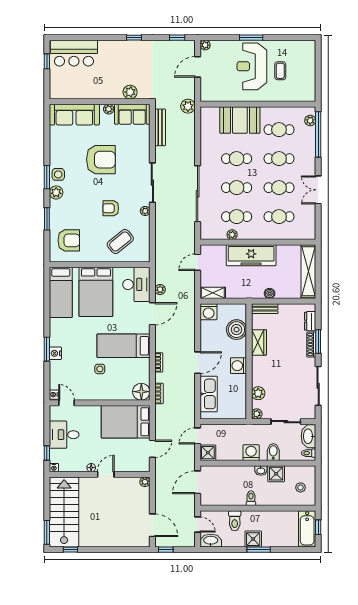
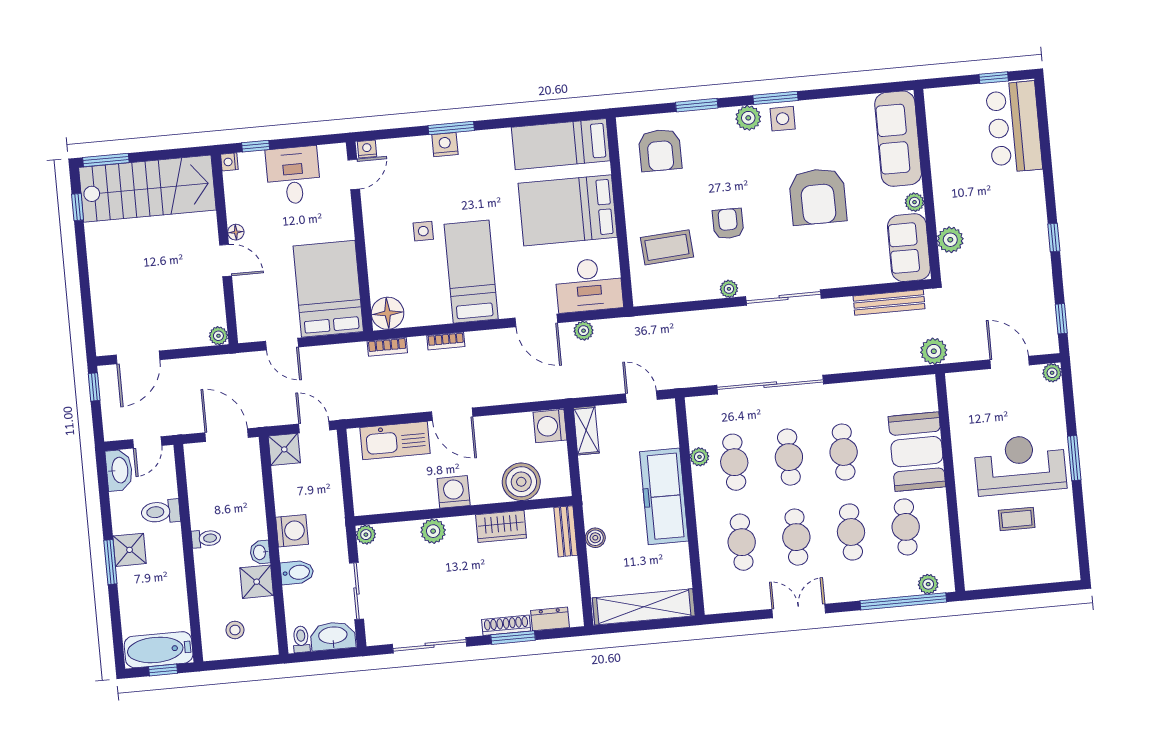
coffee table: (120, 241) -> (667, 247), turned -55
plant: (258, 393) -> (433, 531), moved

